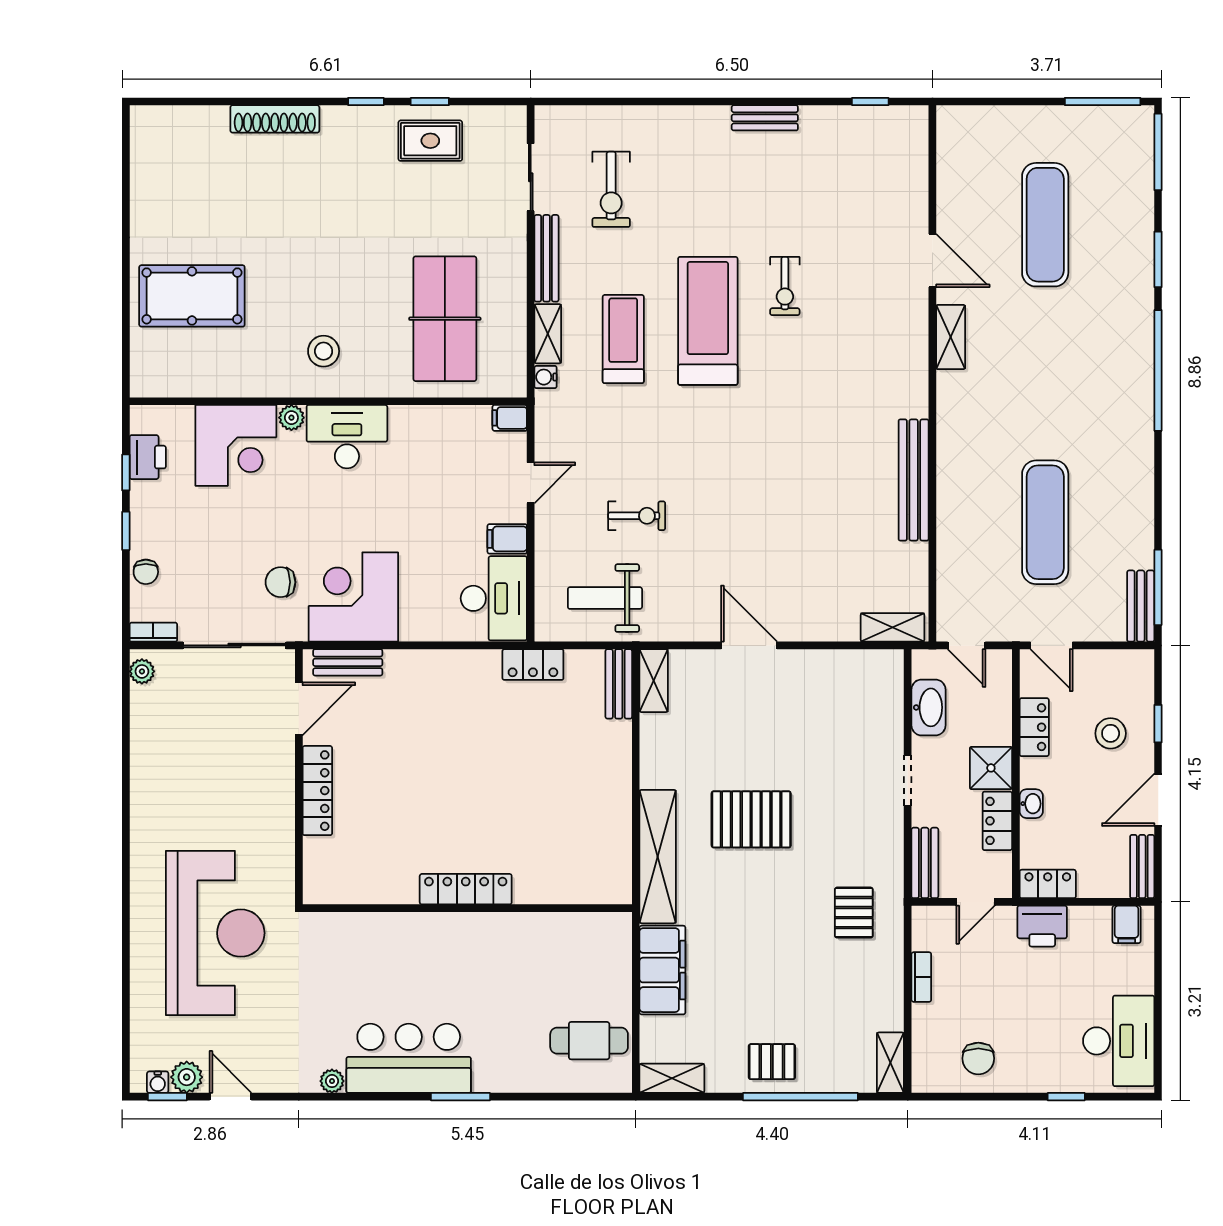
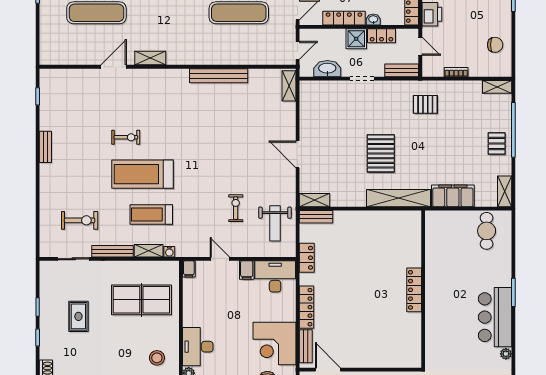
rug: (430, 141) -> (78, 316), moved
door: (749, 645) -> (298, 154), hinge flipped
locker: (1034, 727) -> (344, 18), width x1.53
locker: (317, 791) -> (306, 307), moved, turned 90

